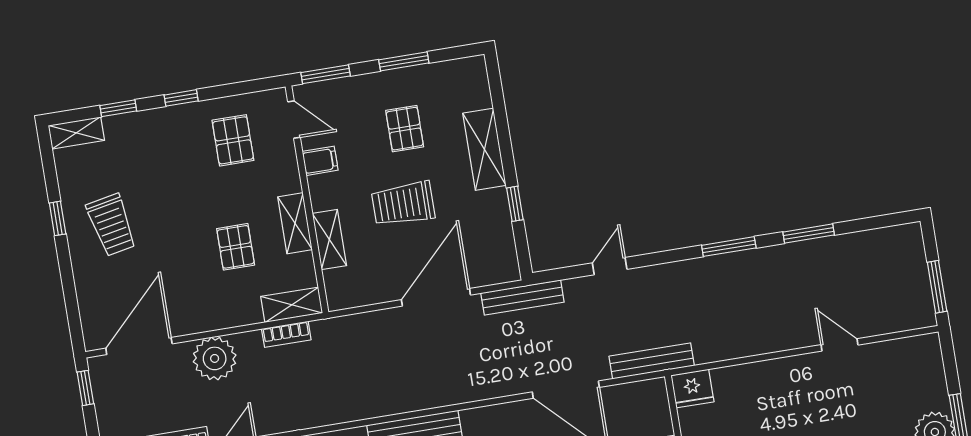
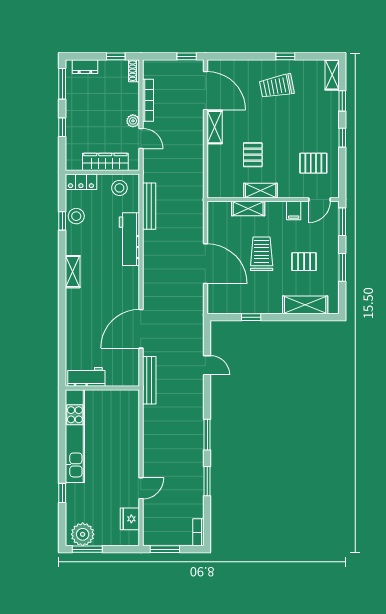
shelving: (484, 149) -> (305, 305), moved
pallet: (236, 247) -> (253, 155), turned 90
bench: (522, 298) -> (149, 206), moved
shelving: (292, 305) -> (215, 127), moved
bookcase: (286, 334) -> (198, 532), moved
plant: (215, 358) -> (191, 132), removed
fridge: (692, 389) -> (130, 519), moved

